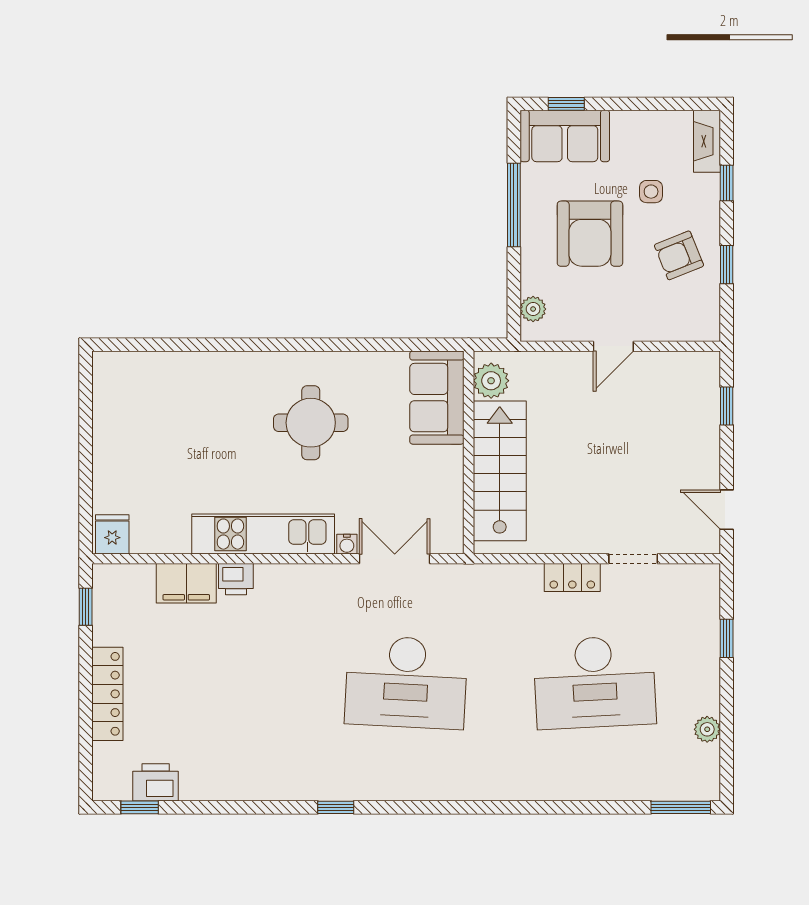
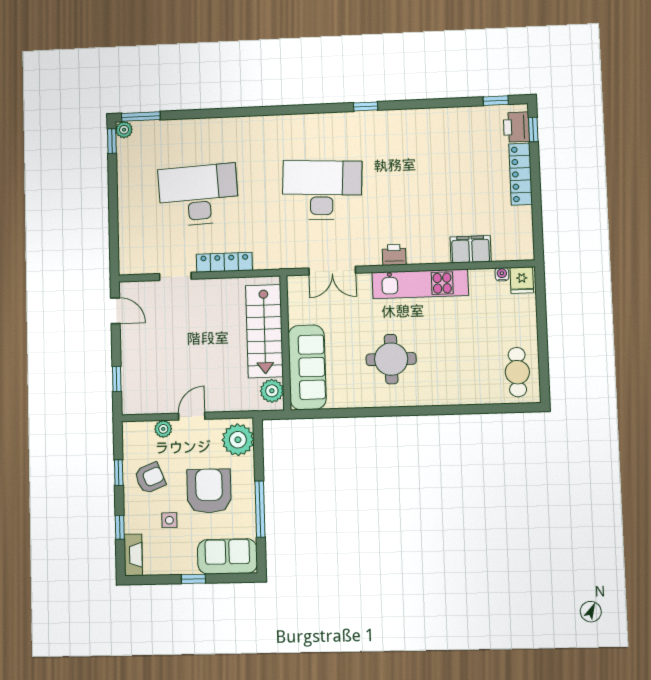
window: (566, 104) -> (193, 579), moved
plant: (533, 309) -> (238, 440), width x1.88, depth x1.88
plant: (657, 328) -> (163, 429), added
cafe table: (125, 397) -> (517, 372), added
sofa: (437, 398) -> (307, 367), width x1.36
water cooler: (347, 544) -> (502, 274), moved
locker: (572, 578) -> (224, 262), width x1.53
printer: (236, 579) -> (394, 255), moved
window: (86, 607) -> (533, 130), moved
window: (727, 638) -> (112, 141), moved
plant: (707, 729) -> (124, 130), moved
printer: (156, 782) -> (516, 127), moved, turned 90

